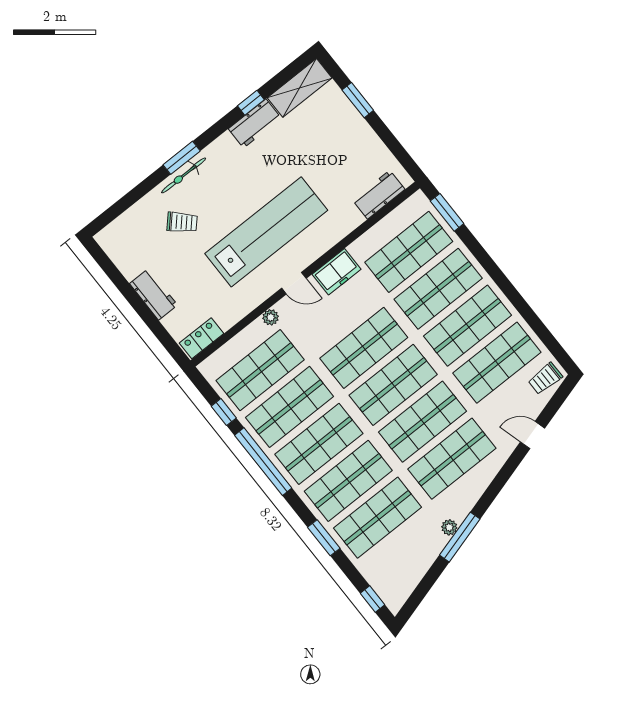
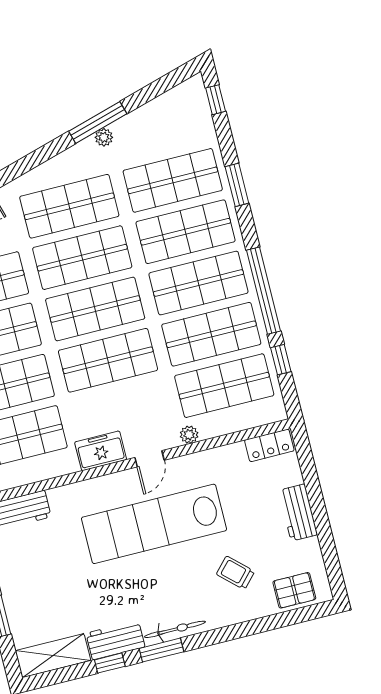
window: (182, 158) -> (161, 650), moved
bicycle: (184, 175) -> (175, 629), moved
pallet: (128, 230) -> (294, 590), added
door: (294, 283) -> (150, 459), swing flipped

